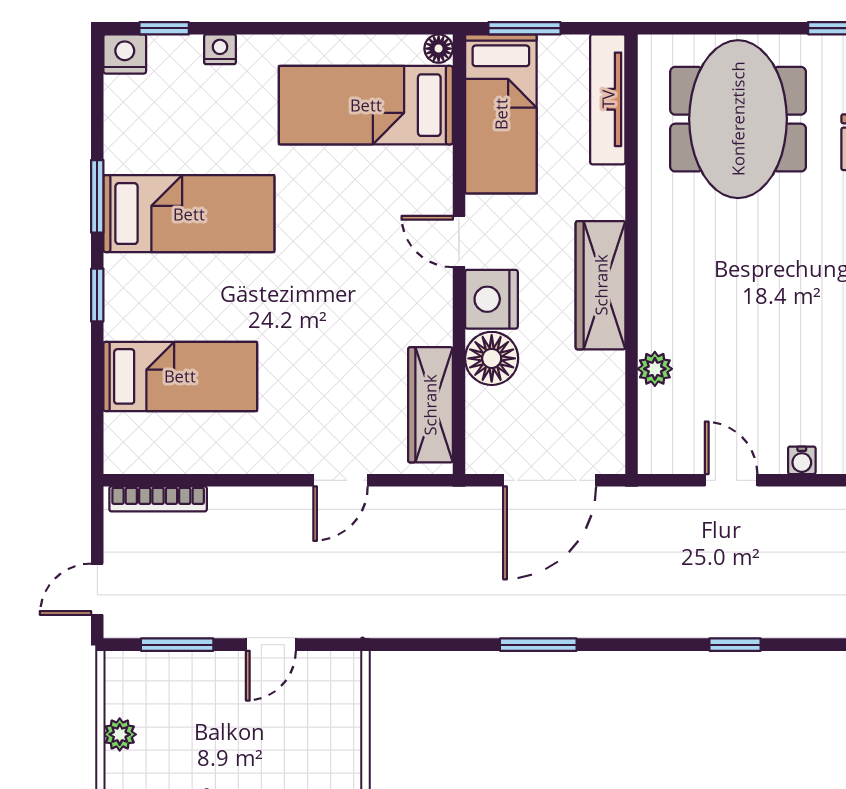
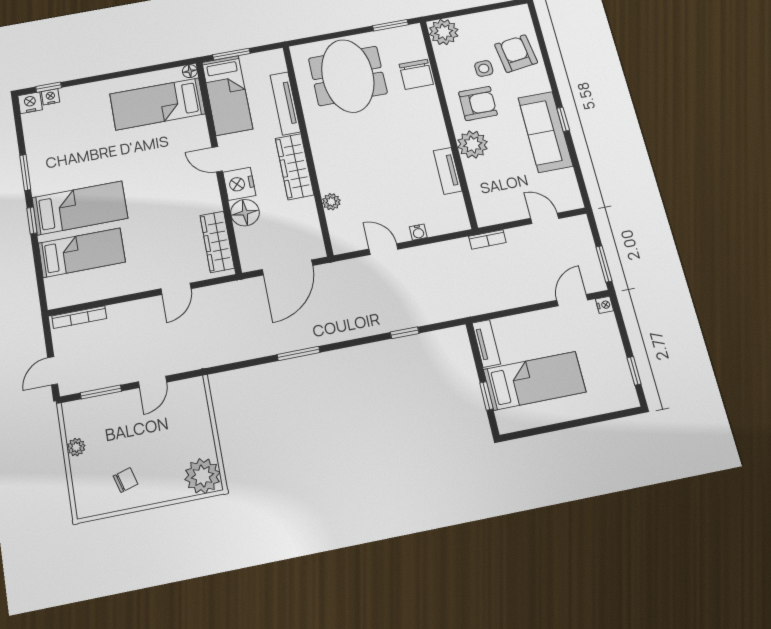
nightstand: (220, 49) -> (50, 97), moved
tv unit: (608, 99) -> (285, 103), moved
bed: (189, 214) -> (80, 208), moved

